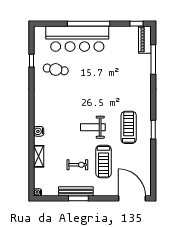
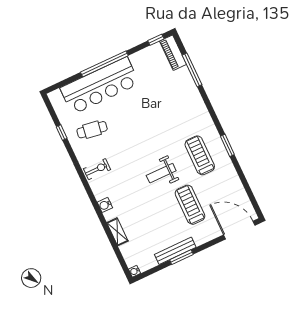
treadmill: (104, 161) -> (190, 205), turned 180
exercise bike: (77, 165) -> (97, 169), moved

